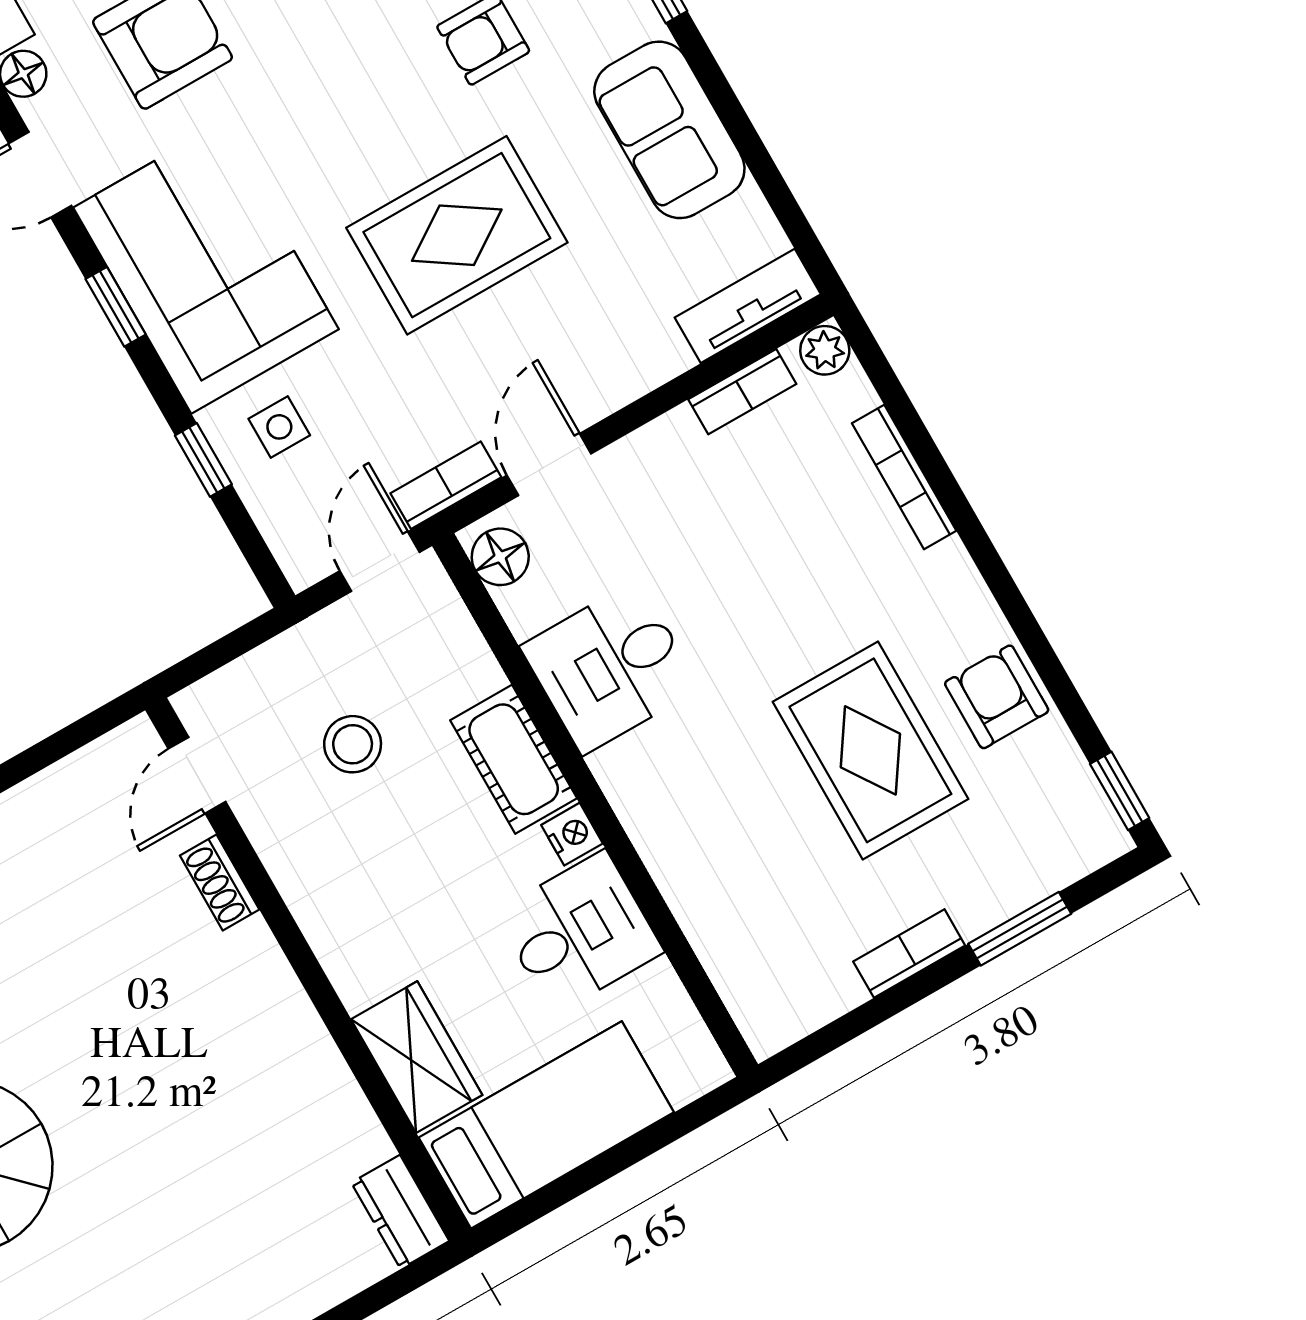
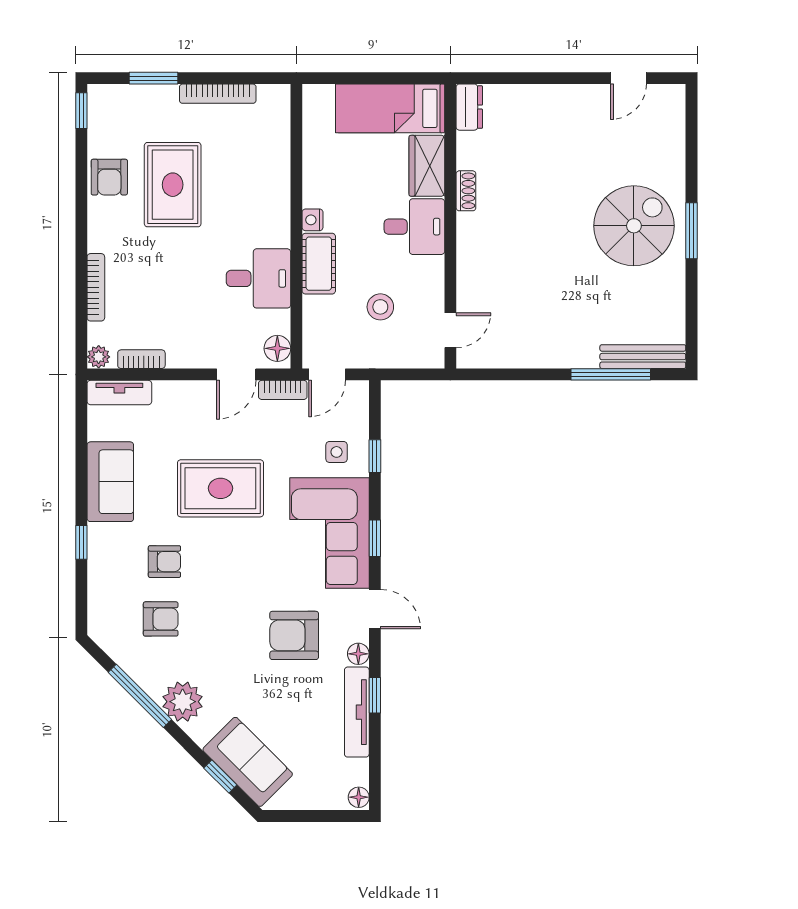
shoe rack: (220, 883) -> (466, 191), moved
desk: (579, 932) -> (414, 227), moved, turned 180
bookcase: (909, 954) -> (218, 94), width x1.56

